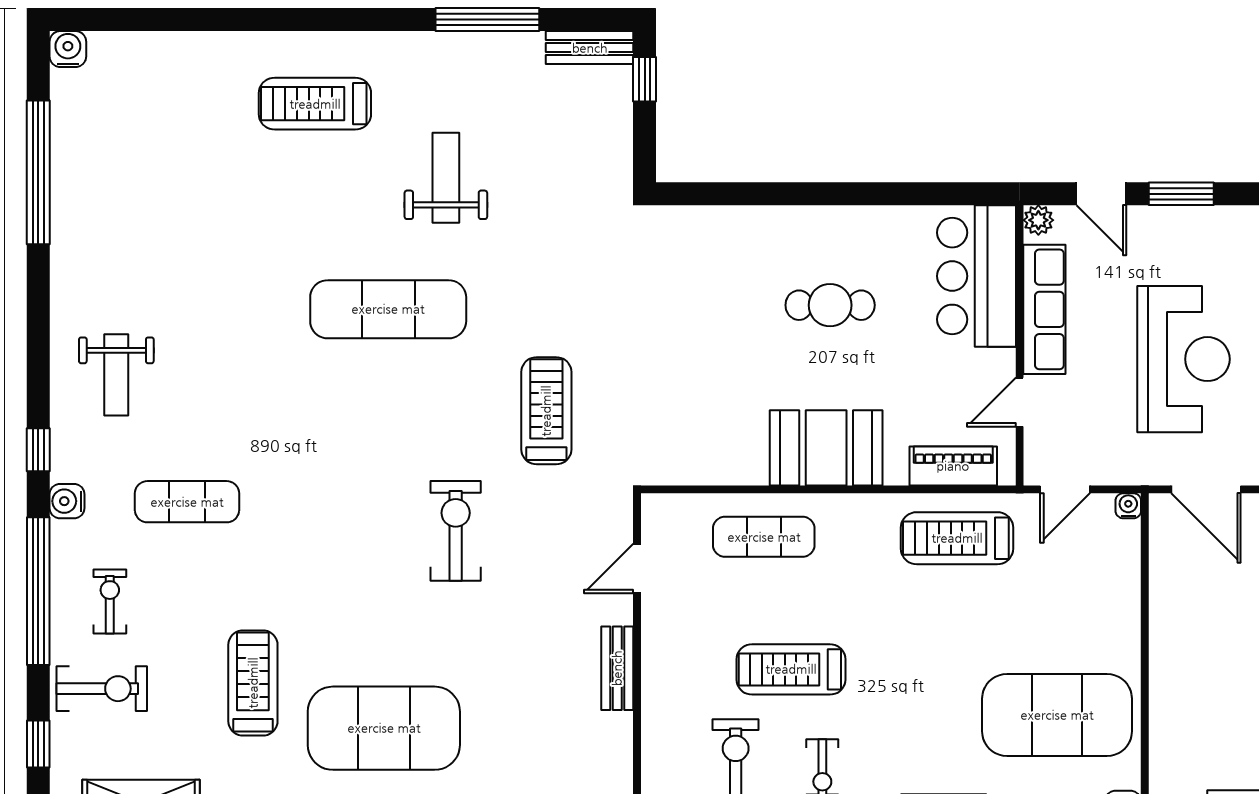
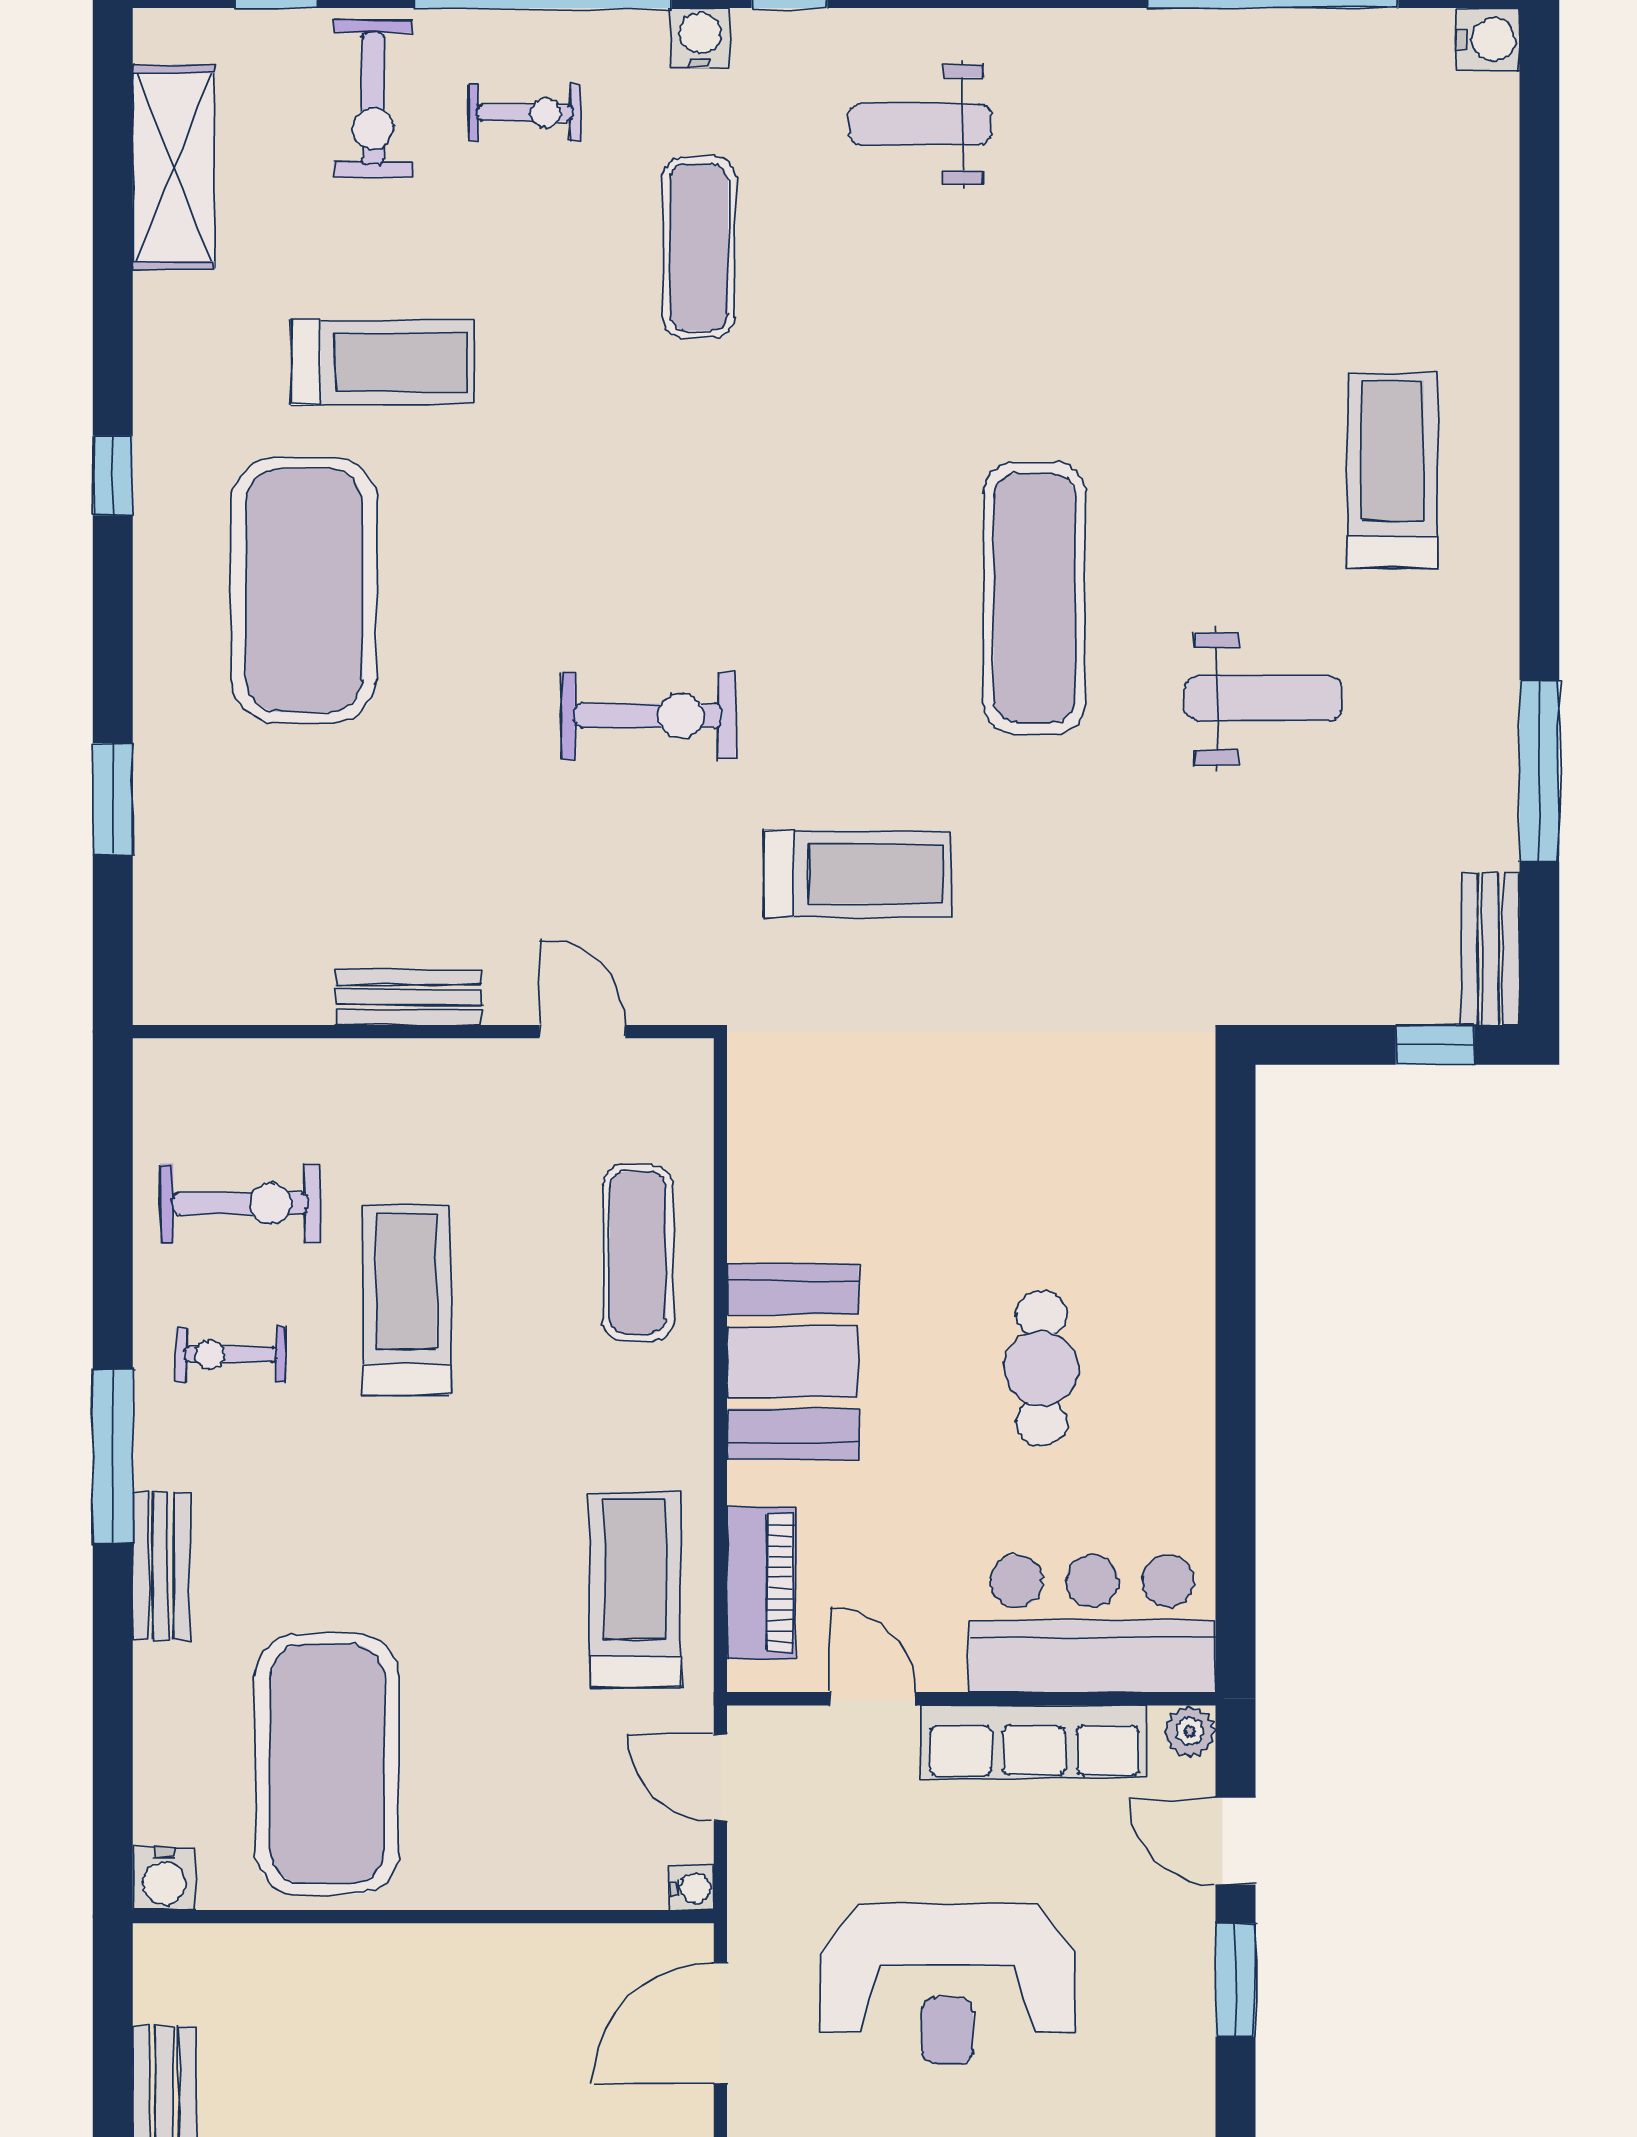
door: (1101, 194) -> (1236, 1841), hinge flipped

